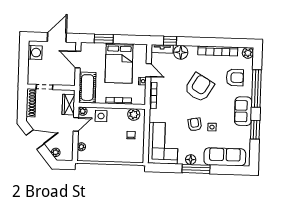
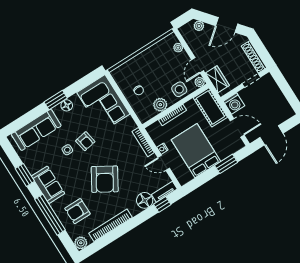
washing machine: (35, 53) -> (234, 104), moved, turned -90
plant: (134, 114) -> (160, 105), moved
window: (196, 169) -> (56, 100), width x0.69

